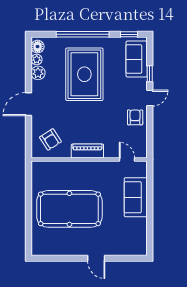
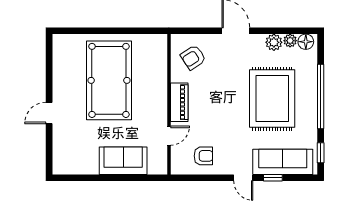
sofa: (137, 59) -> (283, 162), width x1.36
rug: (84, 74) -> (272, 99), turned 90
armchair: (135, 117) -> (203, 156), moved
door: (127, 159) -> (169, 136), moved

